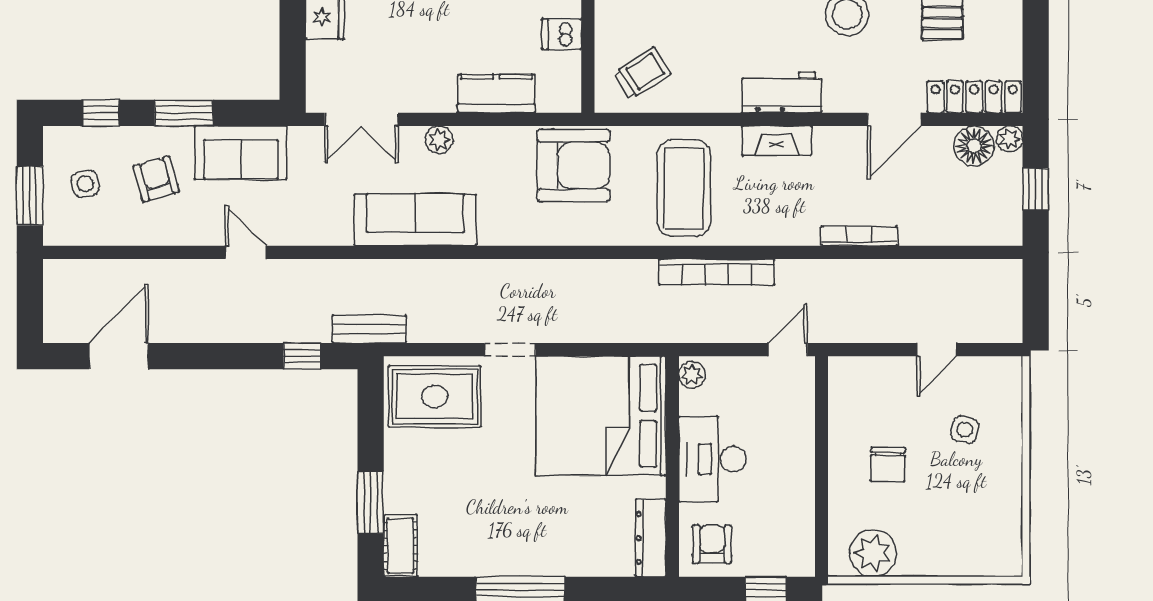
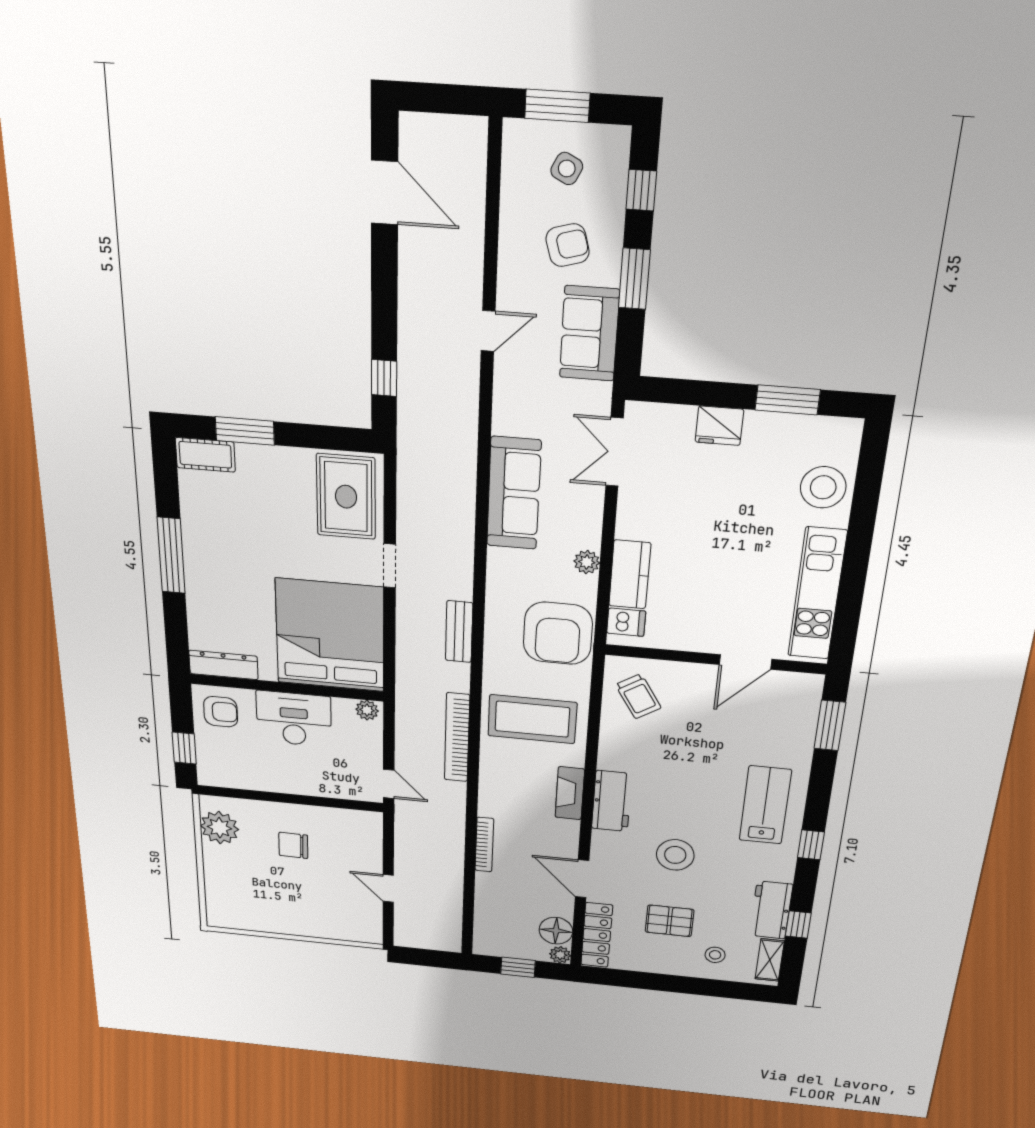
dishwasher: (562, 34) -> (626, 622), moved, turned 90
plant: (439, 140) -> (587, 562), moved
side table: (85, 184) -> (567, 169), turned 36
bench: (369, 329) -> (459, 632), moved
side table: (965, 430) -> (323, 901), removed

